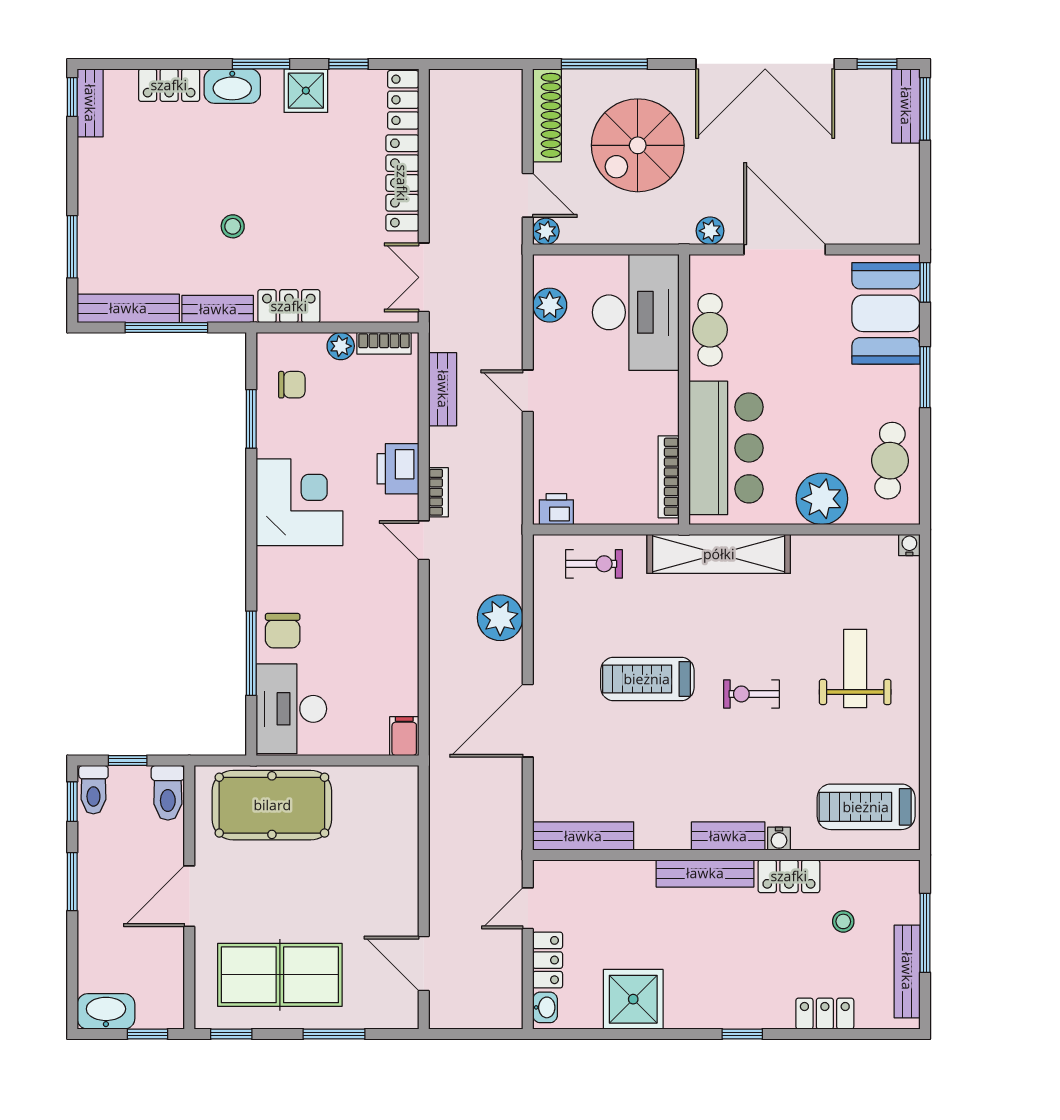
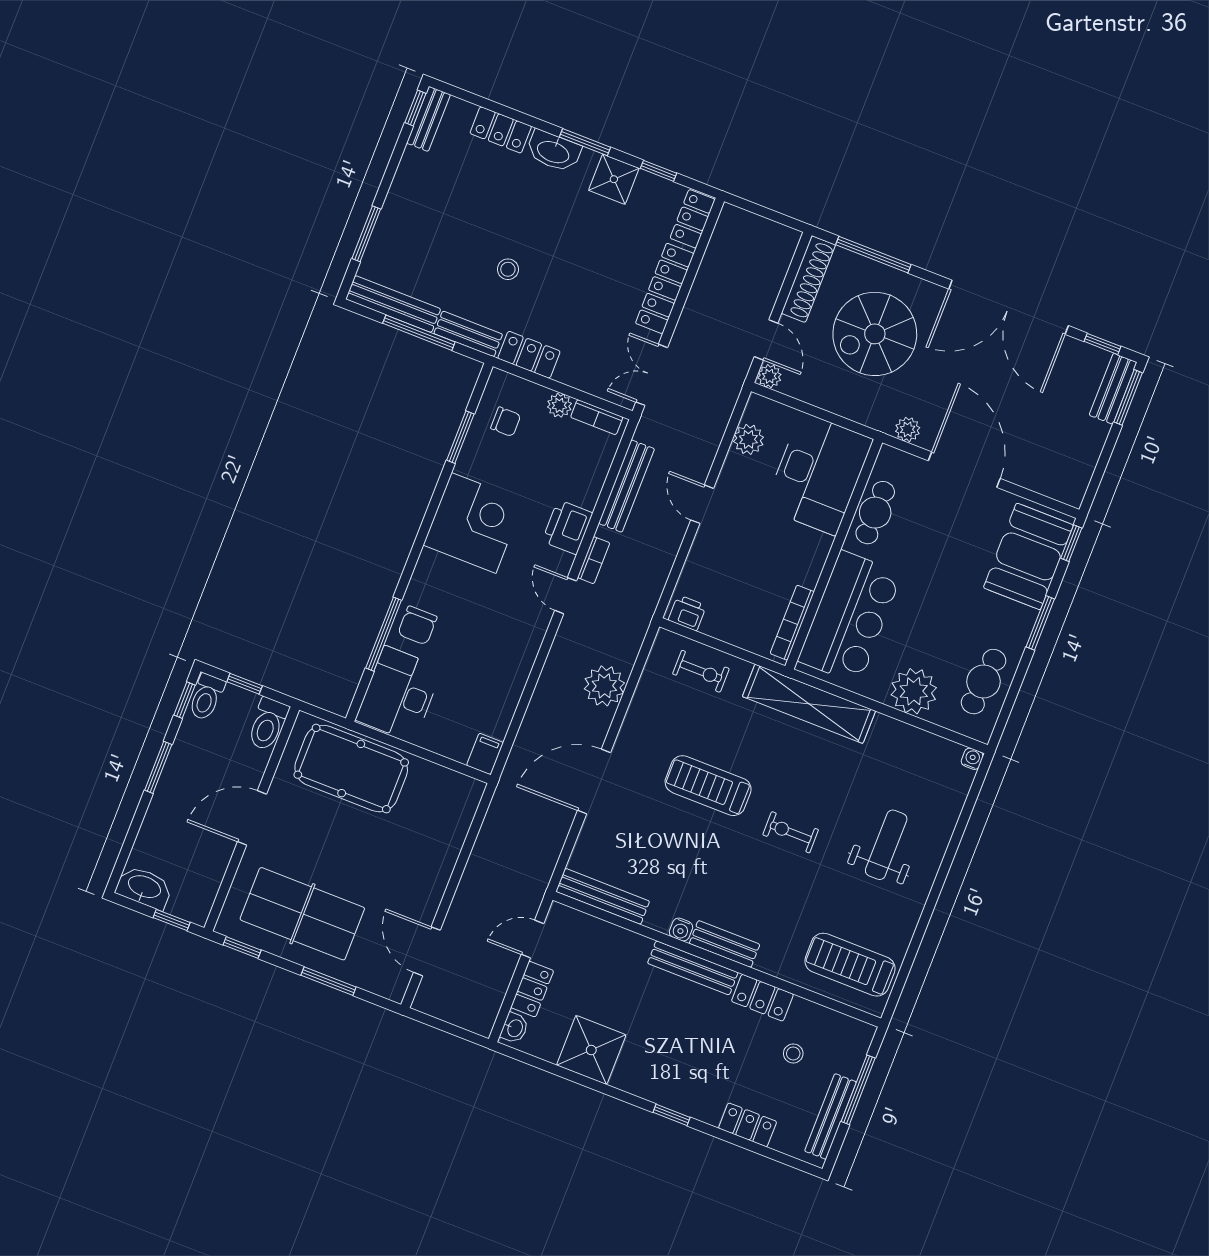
bench: (443, 389) -> (627, 486), width x1.36
water cooler: (779, 839) -> (681, 930), moved

